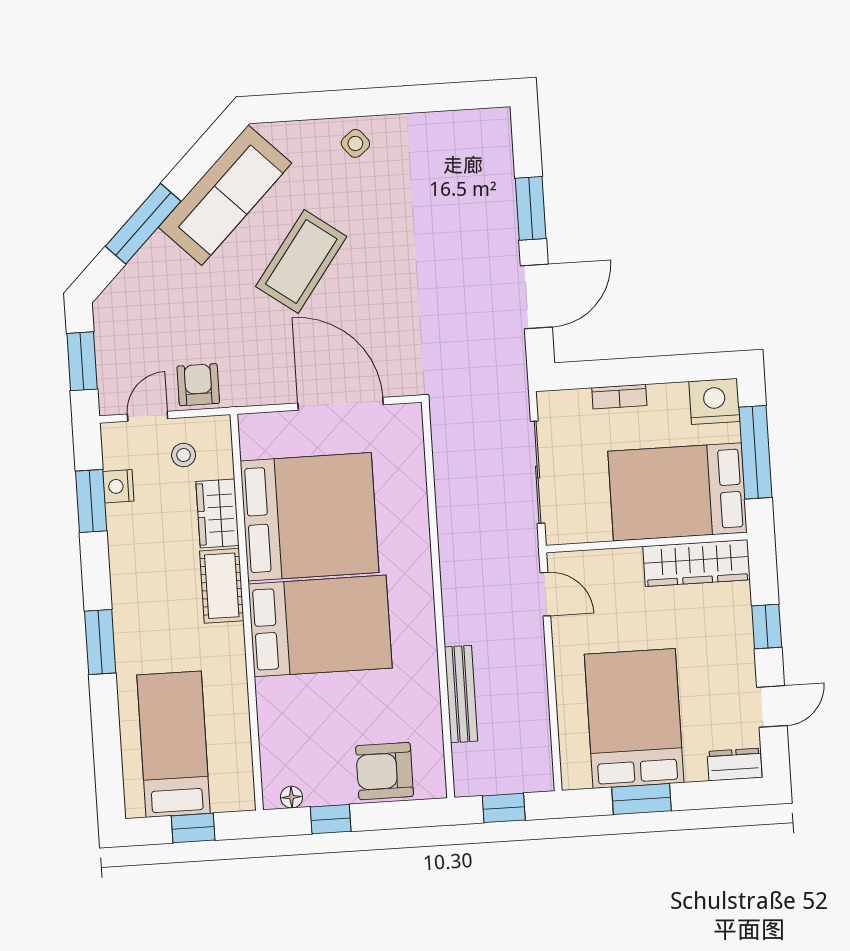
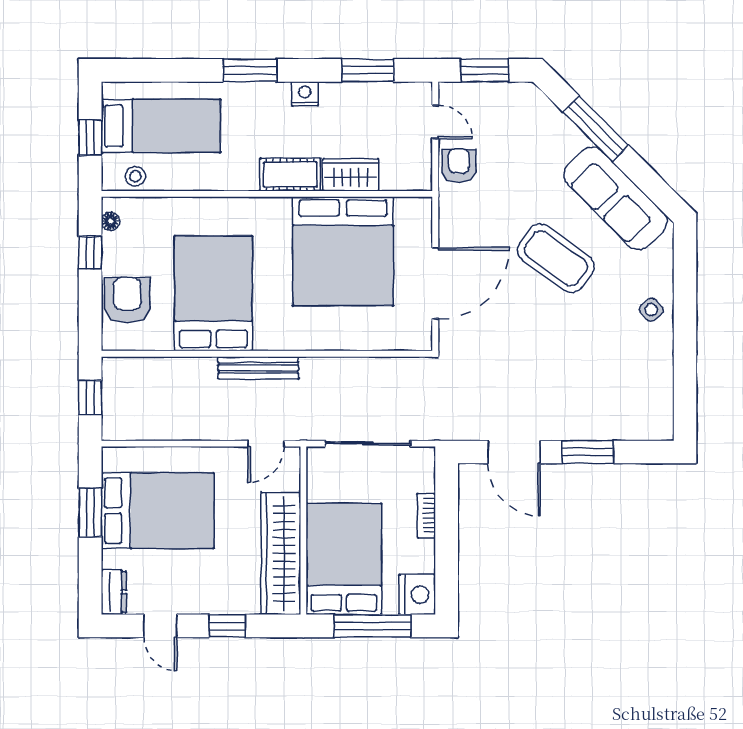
armchair: (198, 385) -> (459, 166), turned -90
stool: (184, 455) -> (135, 176), moved
nightstand: (118, 486) -> (305, 94), moved
wardrobe: (696, 563) -> (281, 553), width x1.40, depth x1.17
bed: (320, 626) -> (213, 293), moved, turned 180
bench: (461, 694) -> (258, 368), moved

